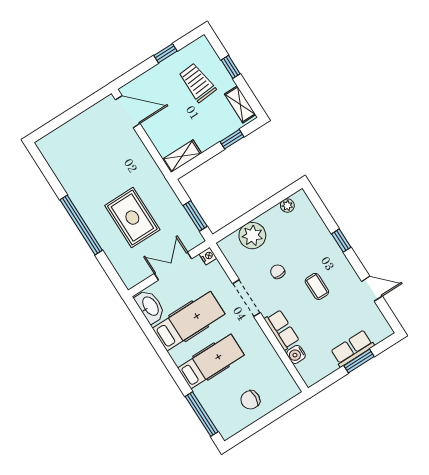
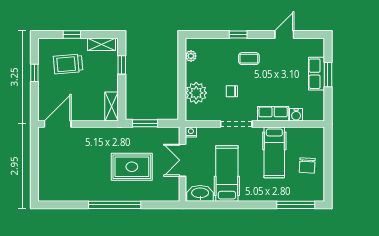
window: (195, 216) -> (145, 123), moved
coffee table: (317, 286) -> (249, 59), moved
hospital bed: (211, 361) -> (274, 152), moved, turned 180

